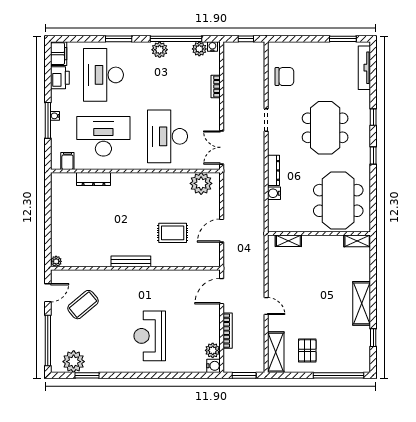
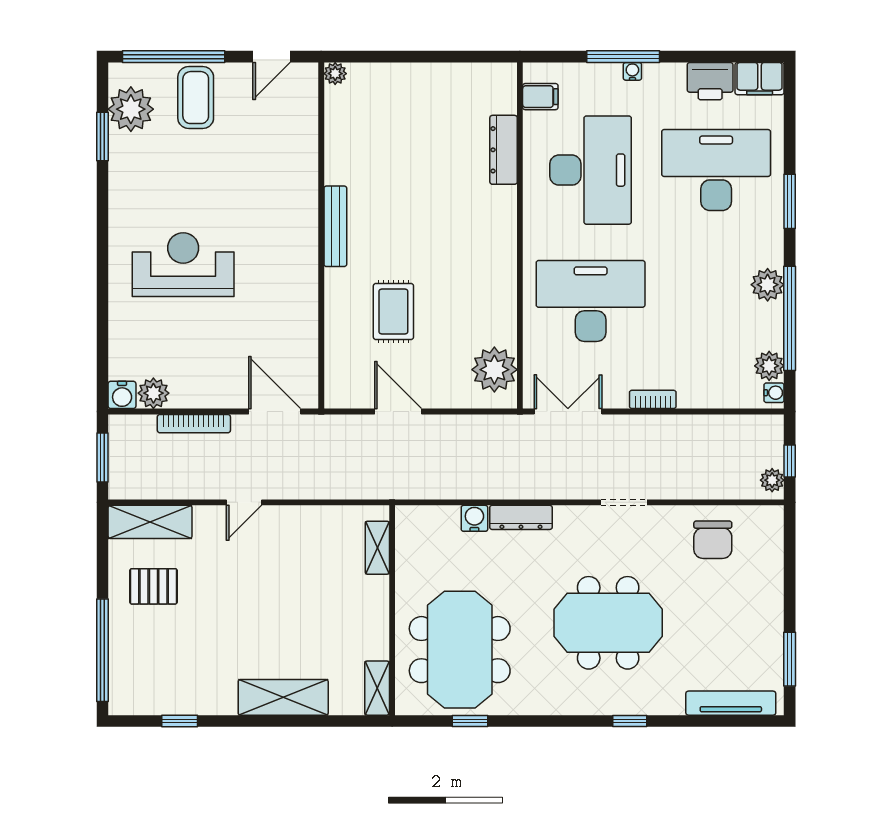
plant: (255, 47) -> (772, 480), added
bookcase: (216, 87) -> (653, 399), moved
window: (373, 156) -> (470, 721), moved
meeting table: (338, 200) -> (460, 650), turned 90
door: (48, 293) -> (271, 57), hinge flipped
shelving: (362, 303) -> (283, 697), moved
coffee table: (83, 305) -> (196, 98), moved, turned 40

